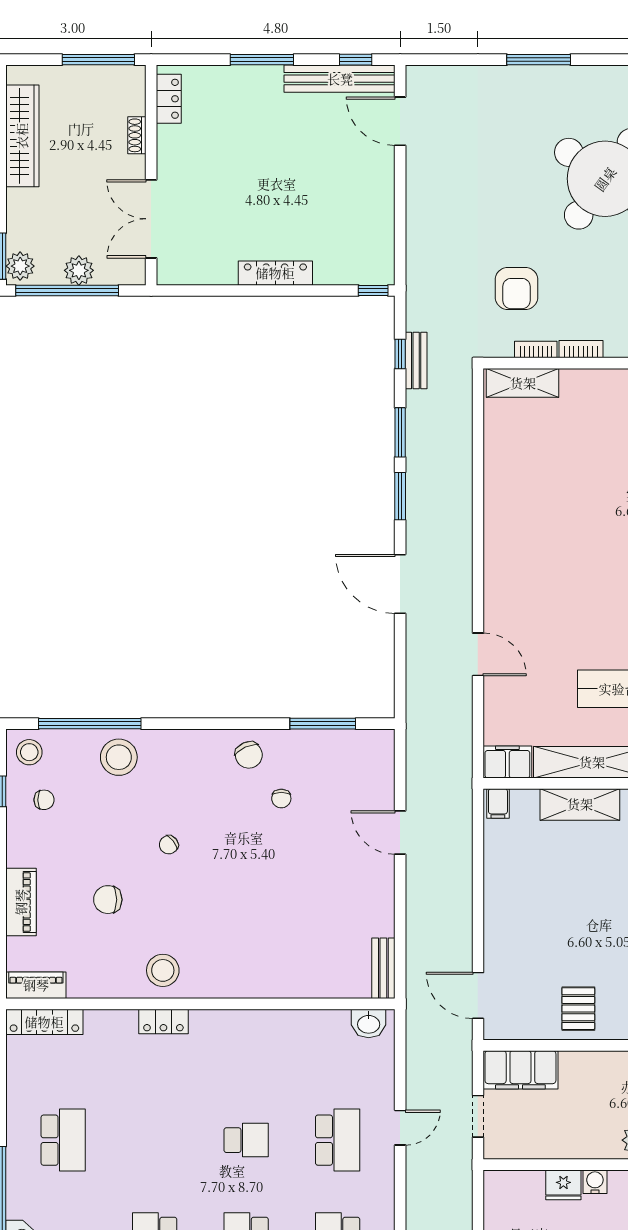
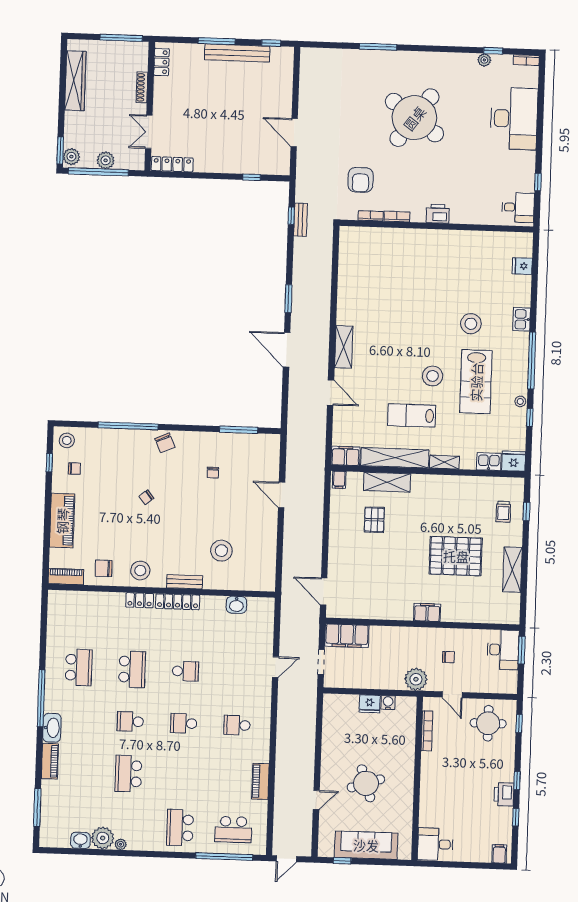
bench: (340, 79) -> (237, 53), moved
door: (400, 121) -> (294, 133), moved
shoe rack: (137, 135) -> (142, 87), width x1.43
double door: (151, 219) -> (149, 132), width x0.73
locker: (275, 273) -> (172, 164), moved
window: (373, 290) -> (252, 177), moved
shelving: (523, 383) -> (344, 347), moved, turned 90
window: (400, 432) -> (290, 261), removed
window: (90, 724) -> (128, 426), moved
chair: (249, 755) -> (165, 443), moved
stool: (119, 757) -> (221, 551), moved
chair: (108, 900) -> (104, 568), moved
piano: (21, 902) -> (62, 521), width x1.37, depth x1.33
bench: (383, 968) -> (185, 582), moved, turned 90
pallet: (578, 1009) -> (374, 520), moved
locker: (44, 1022) -> (178, 602), moved
washbasin: (369, 1023) -> (236, 605), moved
school desk: (338, 1140) -> (132, 669), moved

